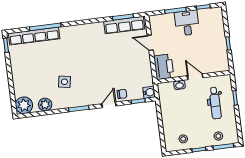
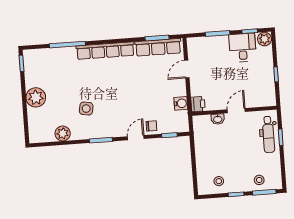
plant: (217, 13) -> (265, 39), added
desk: (187, 23) -> (243, 48), moved
row of seats: (34, 36) -> (105, 51), moved
door: (150, 43) -> (187, 69), hinge flipped
printer: (164, 67) -> (198, 104), width x0.53, depth x0.68
door: (195, 77) -> (236, 111), hinge flipped
water cooler: (149, 92) -> (181, 103), moved
dental chair: (215, 103) -> (268, 134), moved
plant: (24, 105) -> (36, 97), moved

